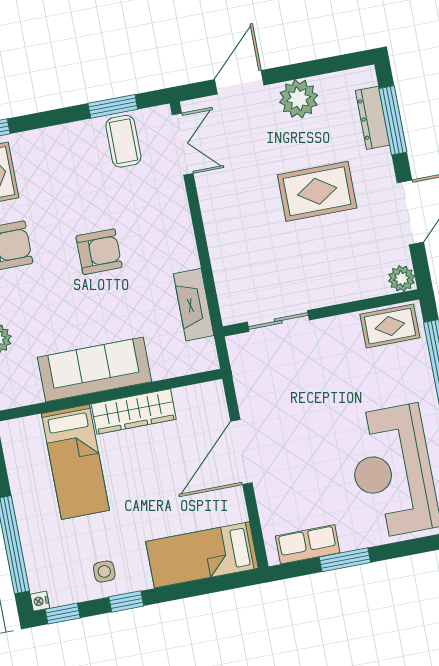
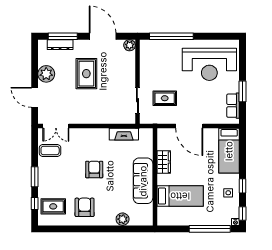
window: (113, 106) -> (35, 177), moved
double door: (183, 144) -> (56, 126), swing flipped
rug: (390, 326) -> (165, 98), moved, turned 90
wardrobe: (134, 412) -> (164, 162), width x0.67

